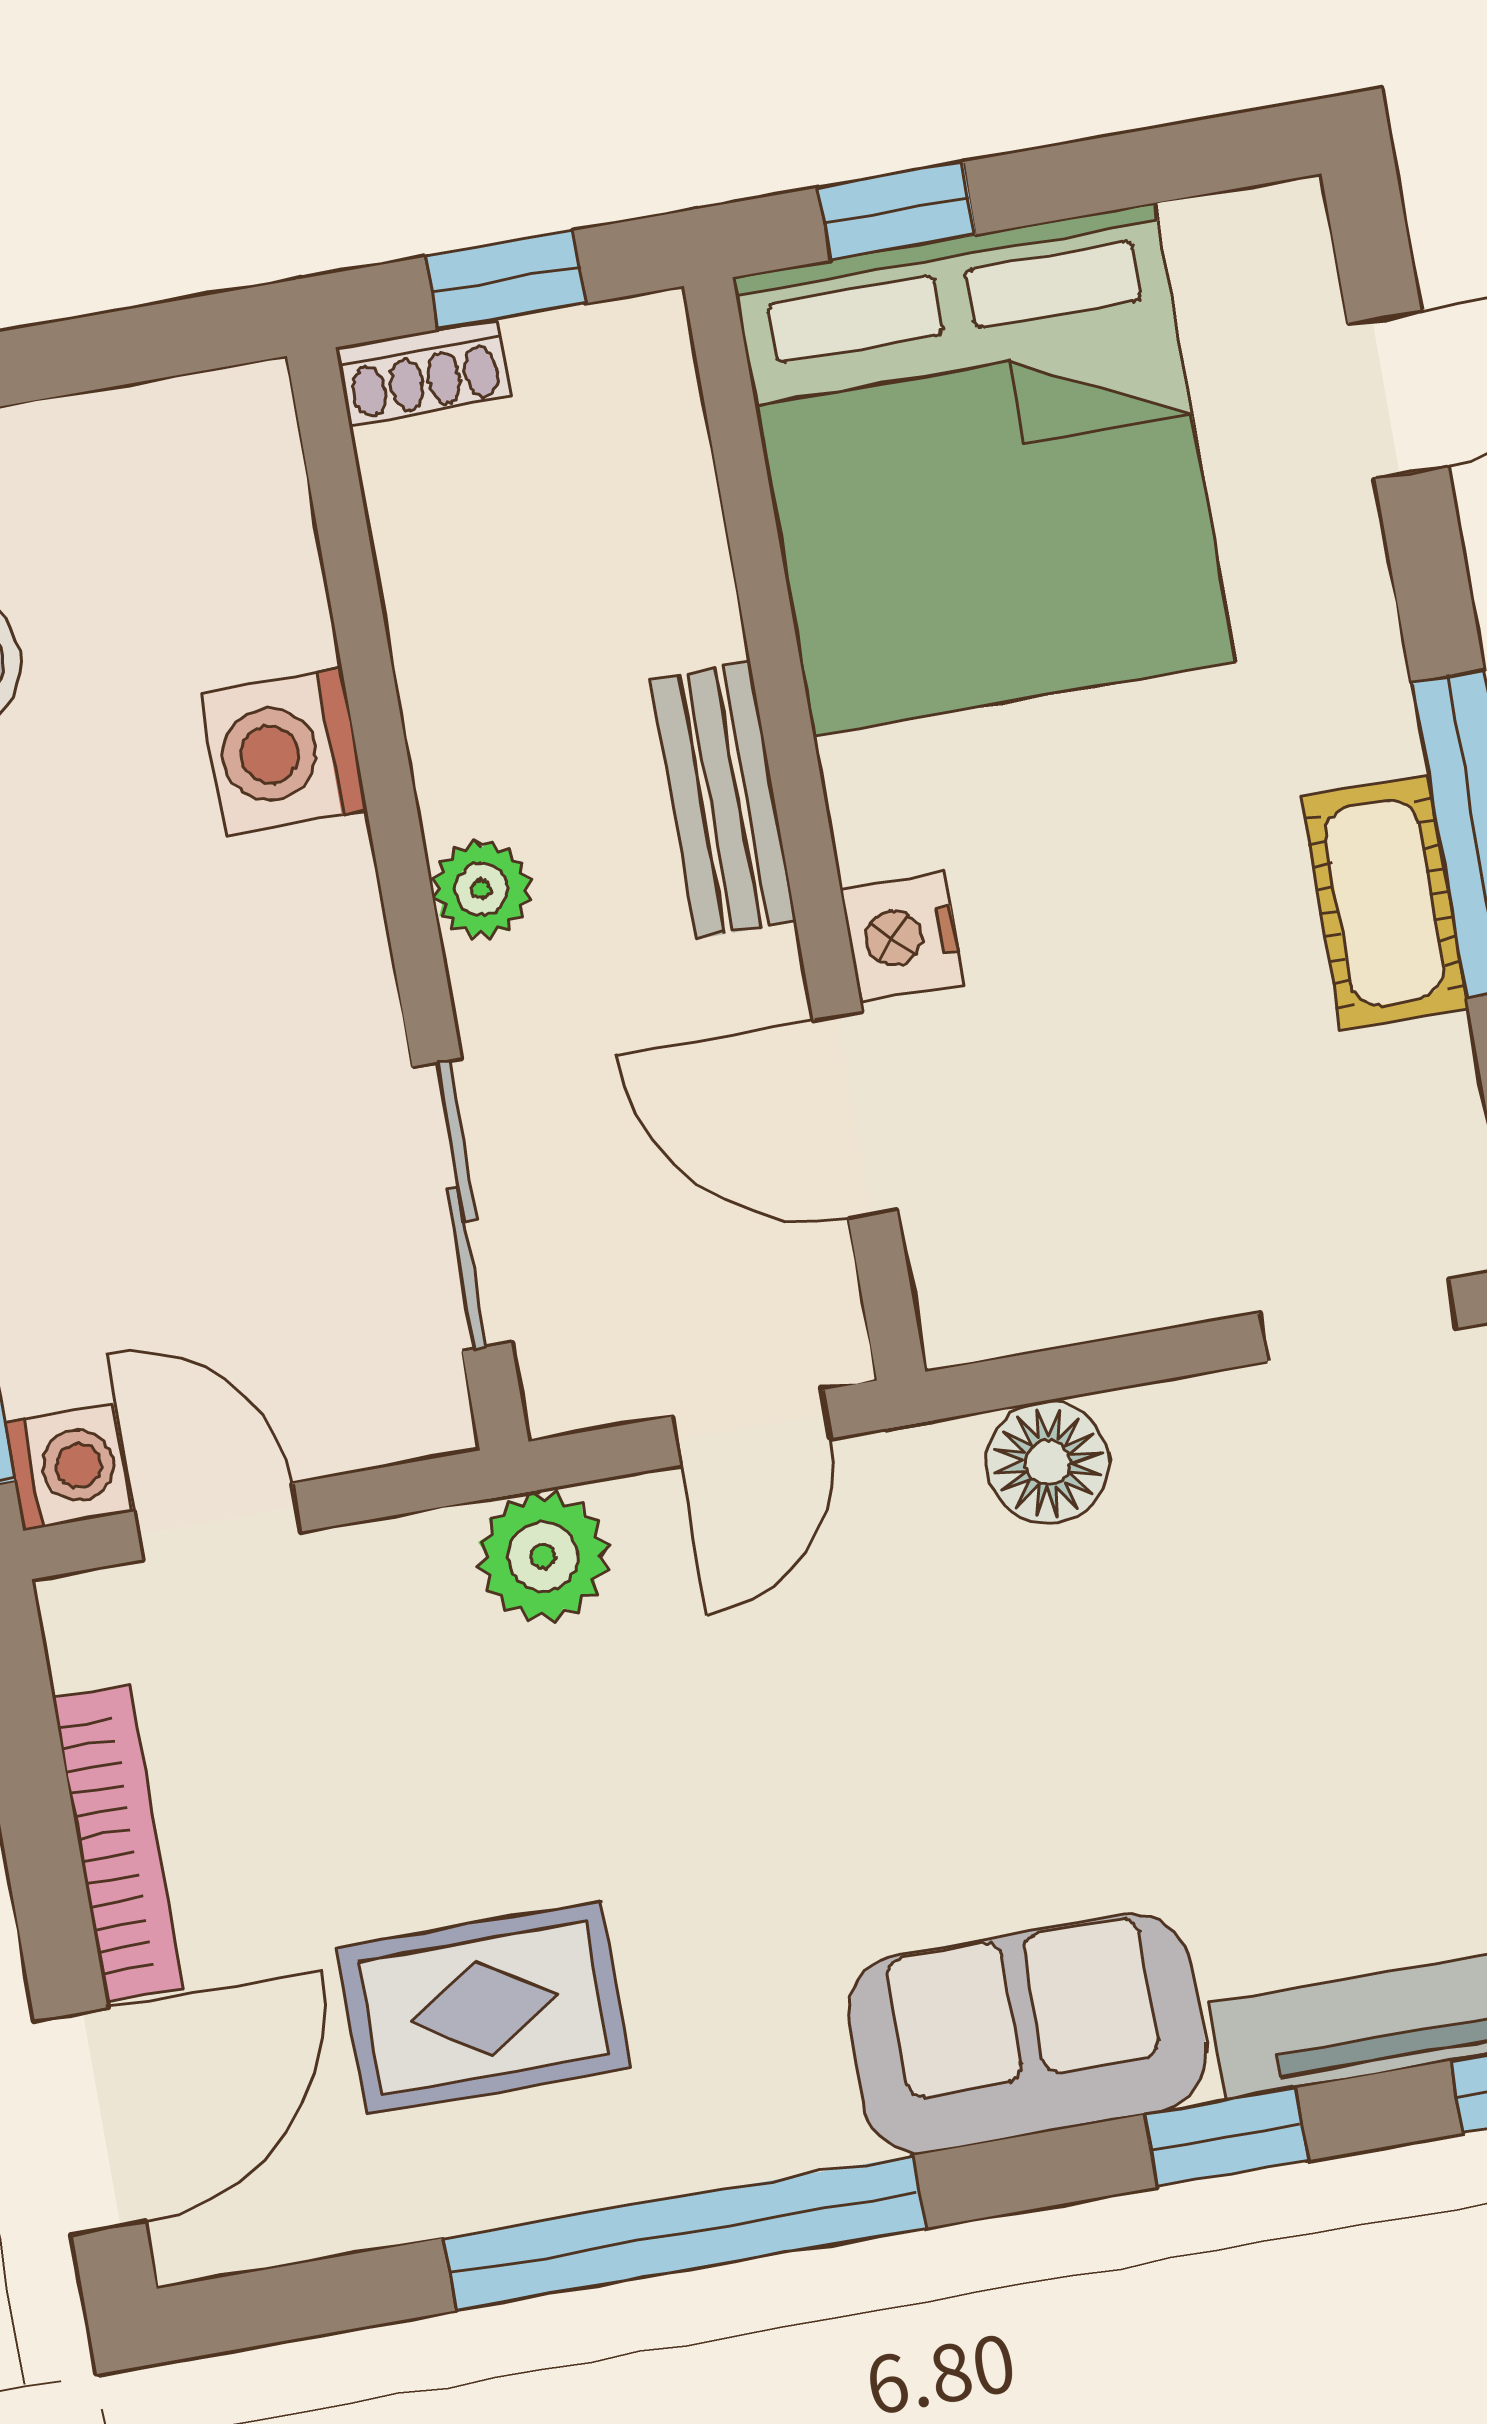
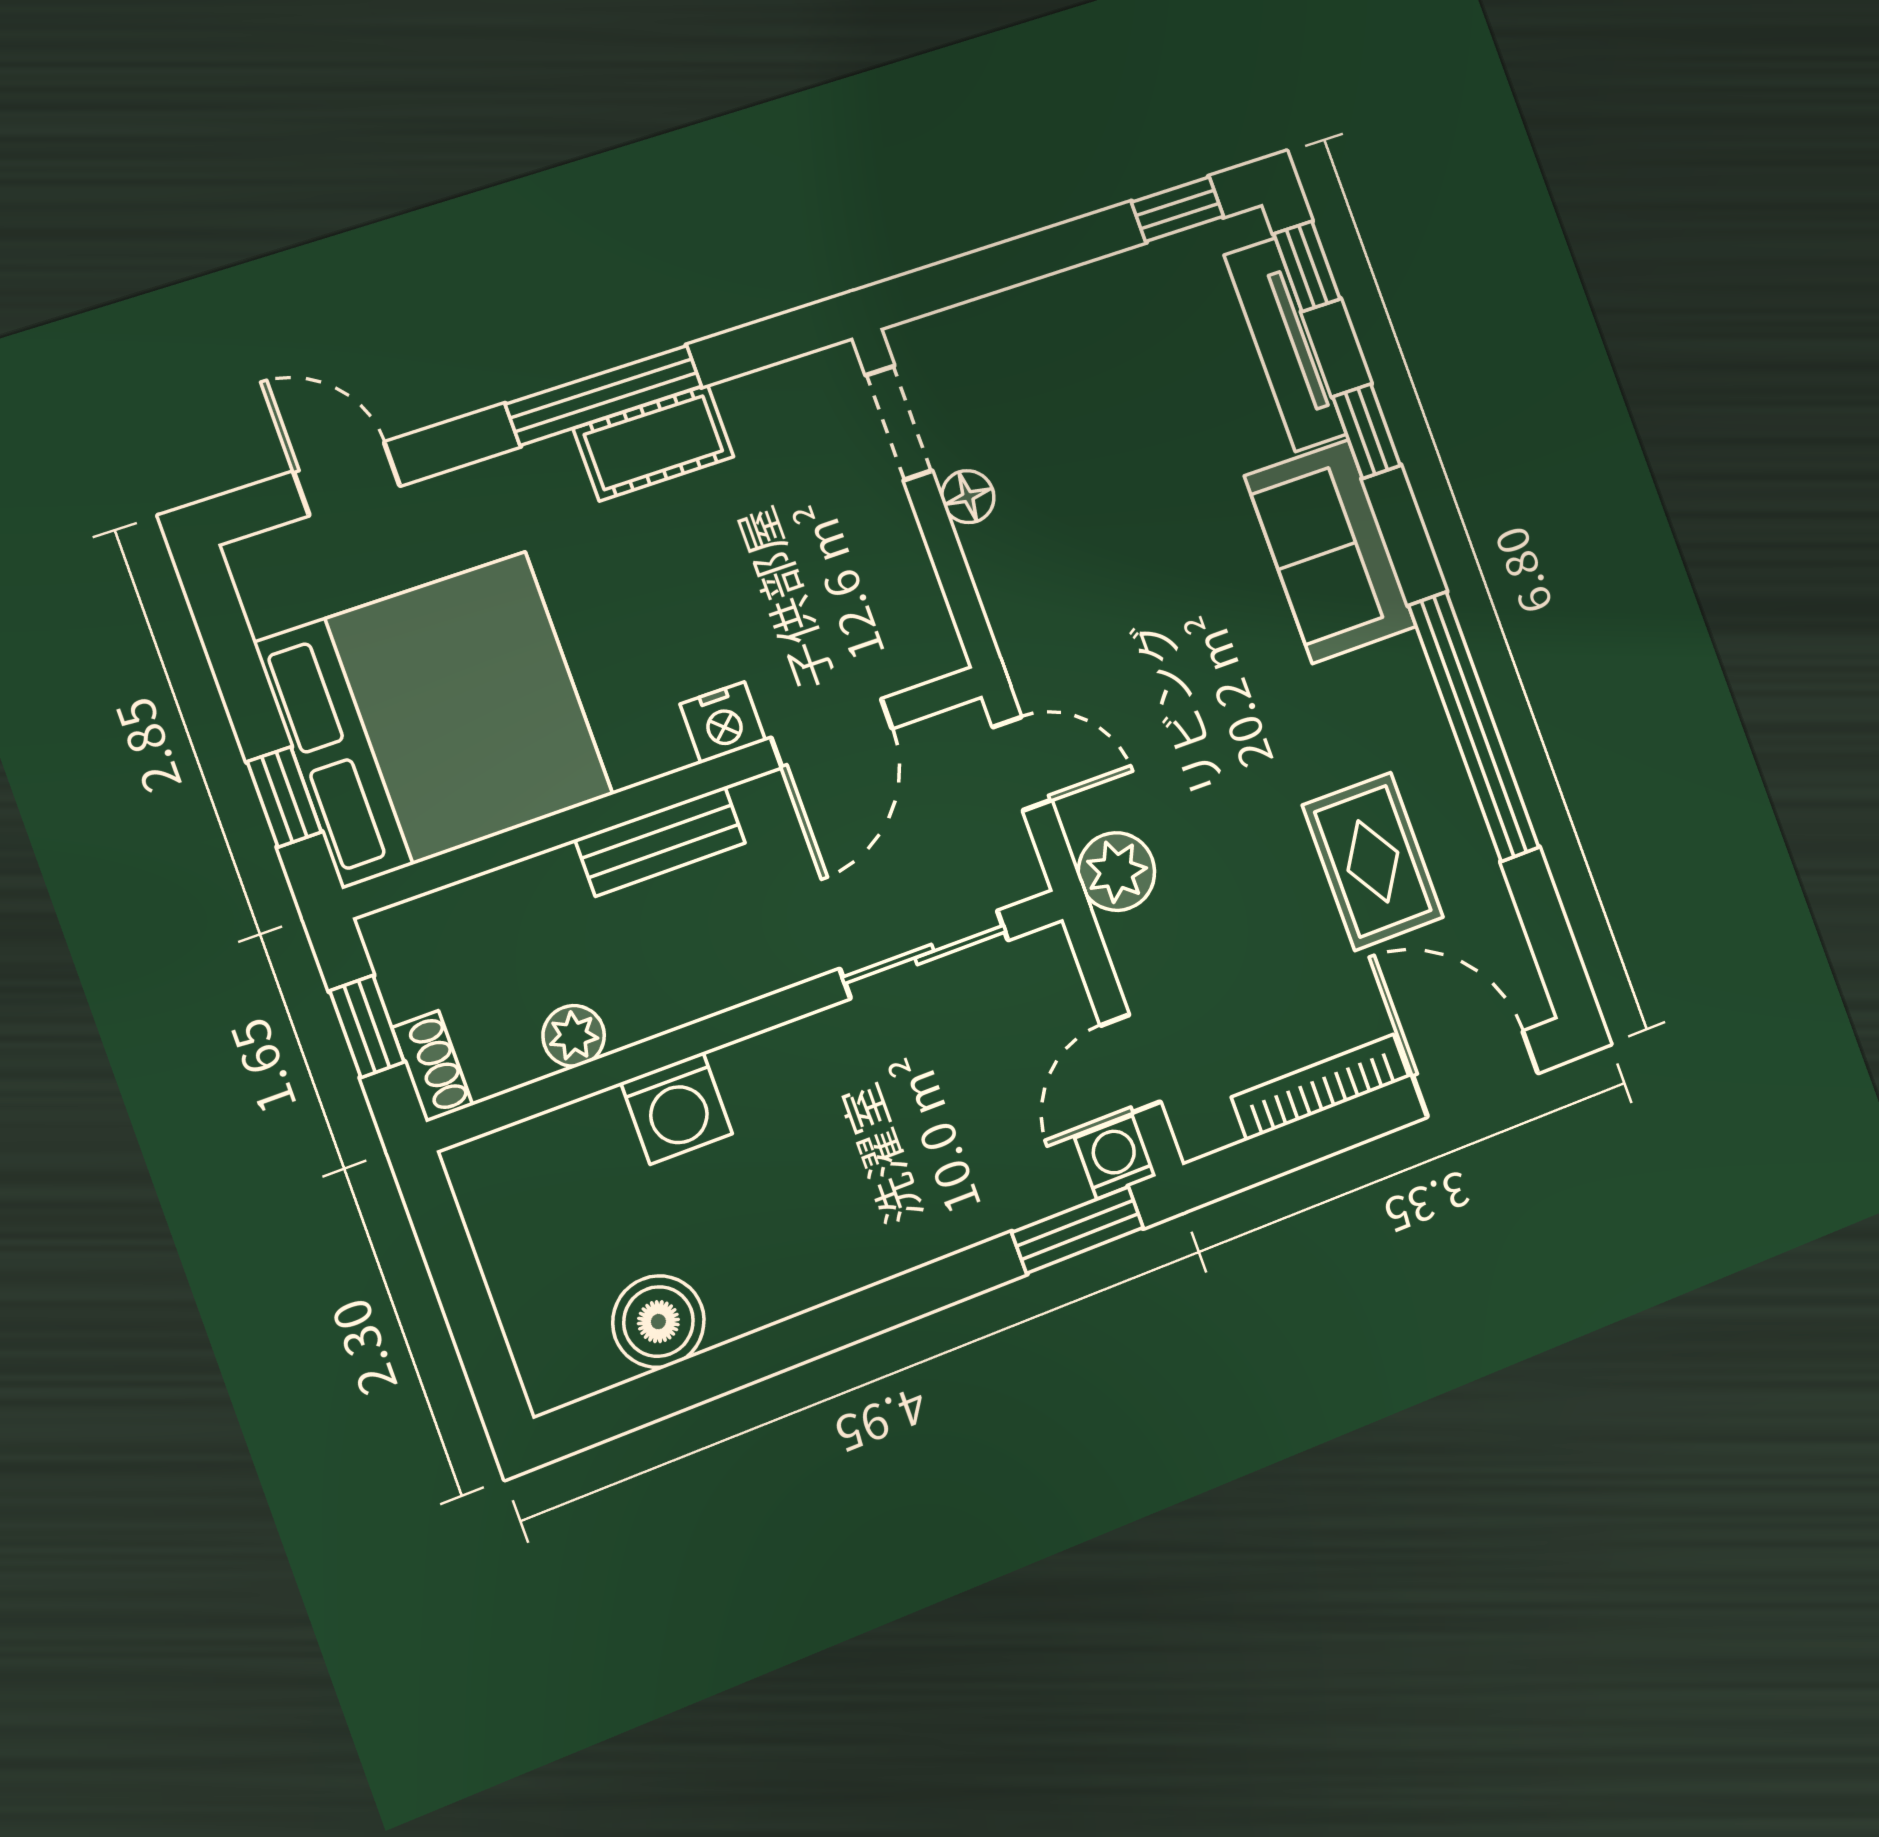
plant: (481, 889) -> (574, 1036), moved
floor lamp: (1048, 1463) -> (968, 497), moved, width x0.73, depth x0.73

